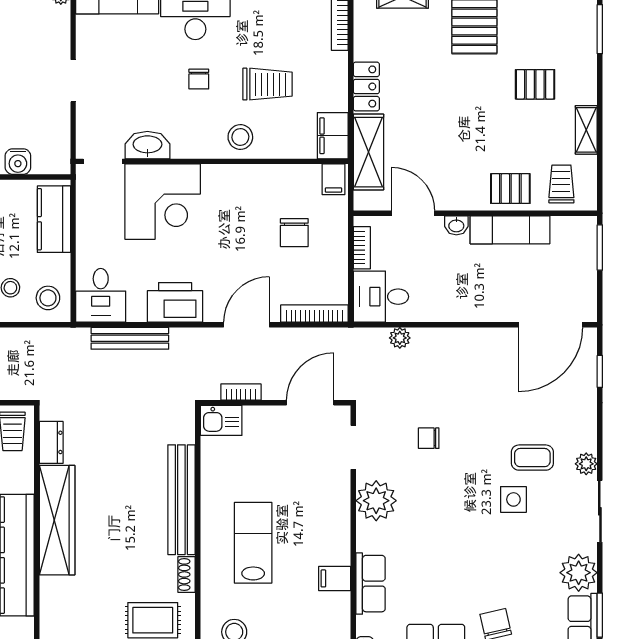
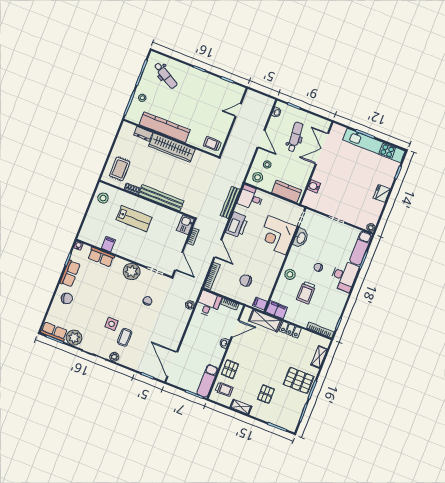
exam couch: (510, 230) -> (207, 381), moved
dresser: (51, 442) -> (143, 134), moved

